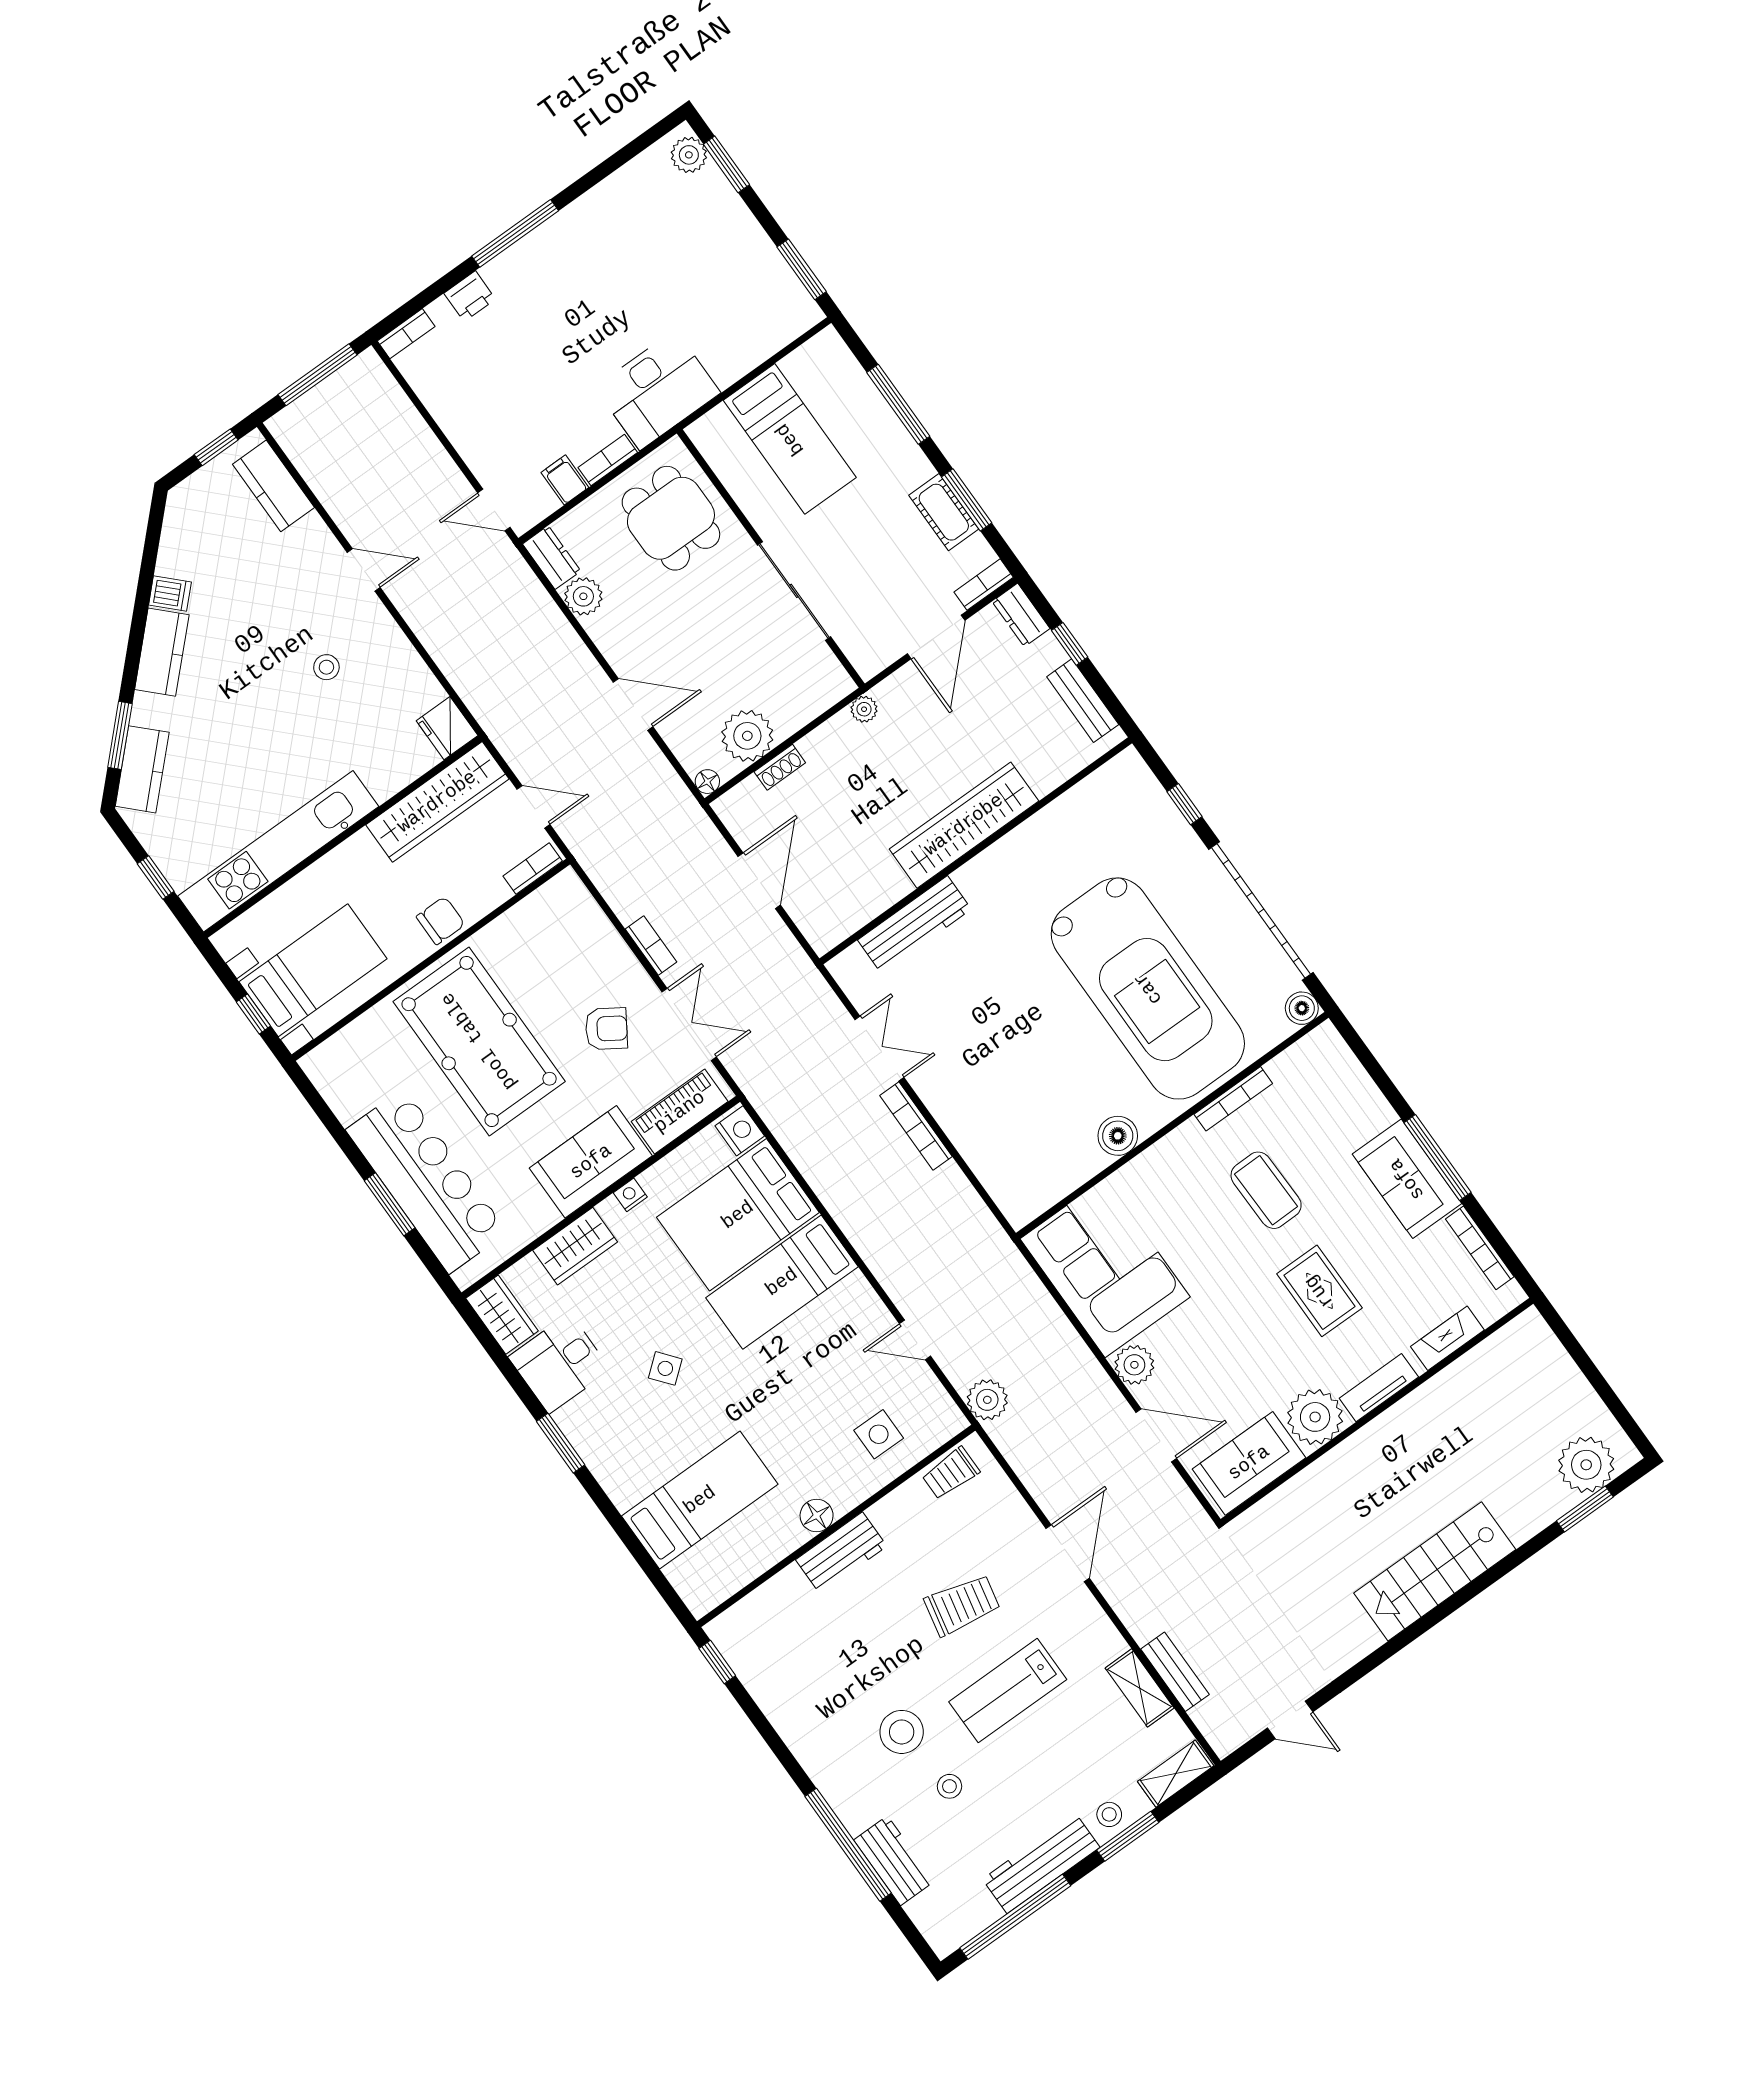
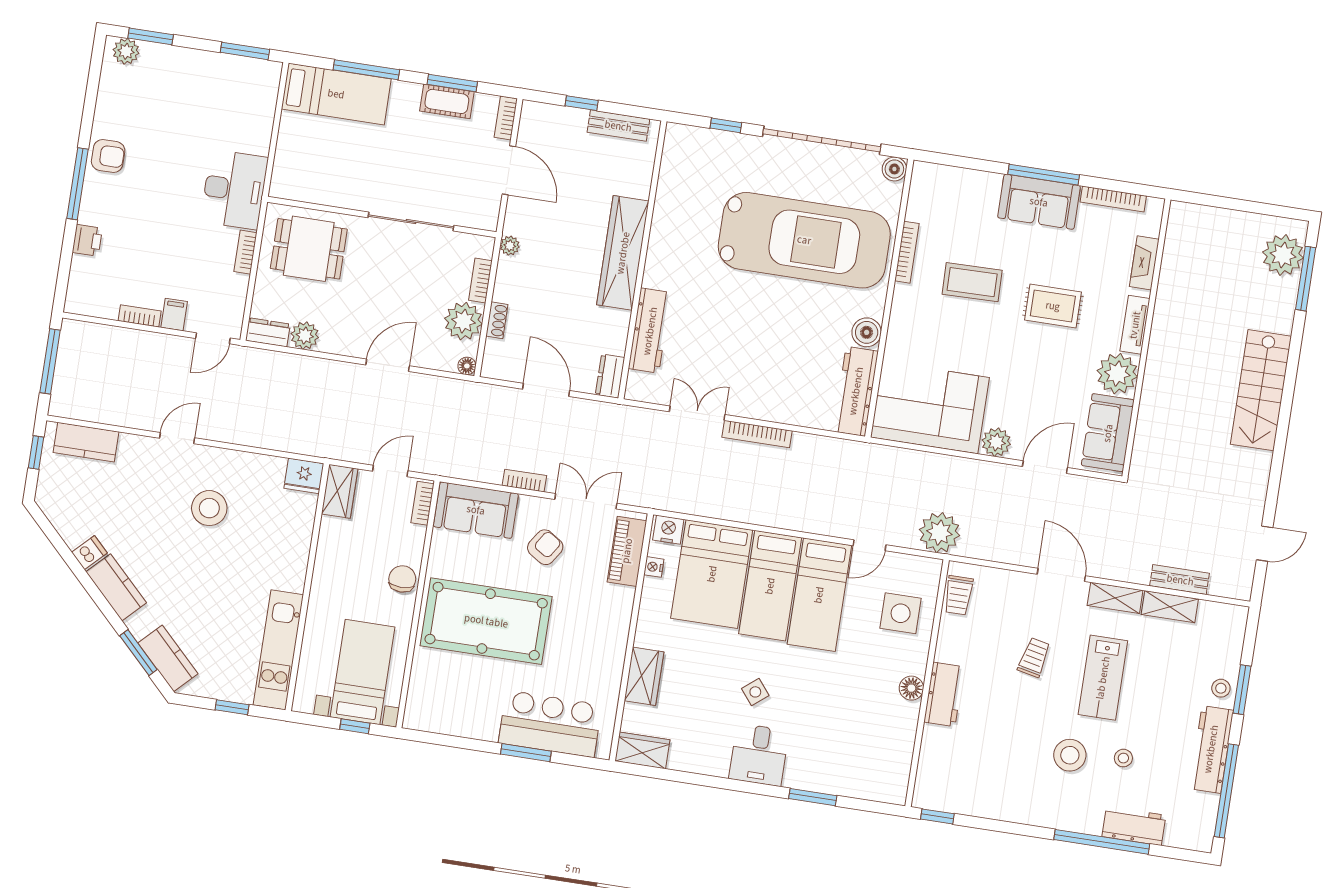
armchair: (571, 237) -> (108, 156), added
bookcase: (406, 334) -> (140, 316), moved, turned -90
bed: (790, 439) -> (336, 94), moved
filing cabinet: (565, 480) -> (174, 315), moved, turned 90
dresser: (1021, 615) -> (610, 376), moved, turned 90
stool: (326, 667) -> (209, 508), width x1.89, depth x1.89
bookcase: (803, 714) -> (480, 280), added
wardrobe: (437, 802) -> (340, 491), width x0.48, depth x0.85
kitchen unit: (278, 851) -> (278, 650), width x0.73
sofa: (591, 1162) -> (476, 510), moved, turned -90
bar counter: (426, 1181) -> (550, 724), width x0.73
workbench: (1051, 1181) -> (856, 391), added
nightstand: (630, 1195) -> (654, 567), moved
desk: (559, 1363) -> (759, 755), moved
plant: (987, 1400) -> (939, 533), width x1.36, depth x1.36
side table: (879, 1434) -> (901, 613), width x1.37, depth x1.37
window: (561, 1443) -> (813, 797), moved
bed: (700, 1500) -> (819, 595), moved, turned 180
window: (1585, 1509) -> (1306, 279), width x1.44
trolley: (962, 1605) -> (1034, 657), width x0.73, depth x0.72
shelving: (1176, 1774) -> (1115, 598), moved, turned 90

